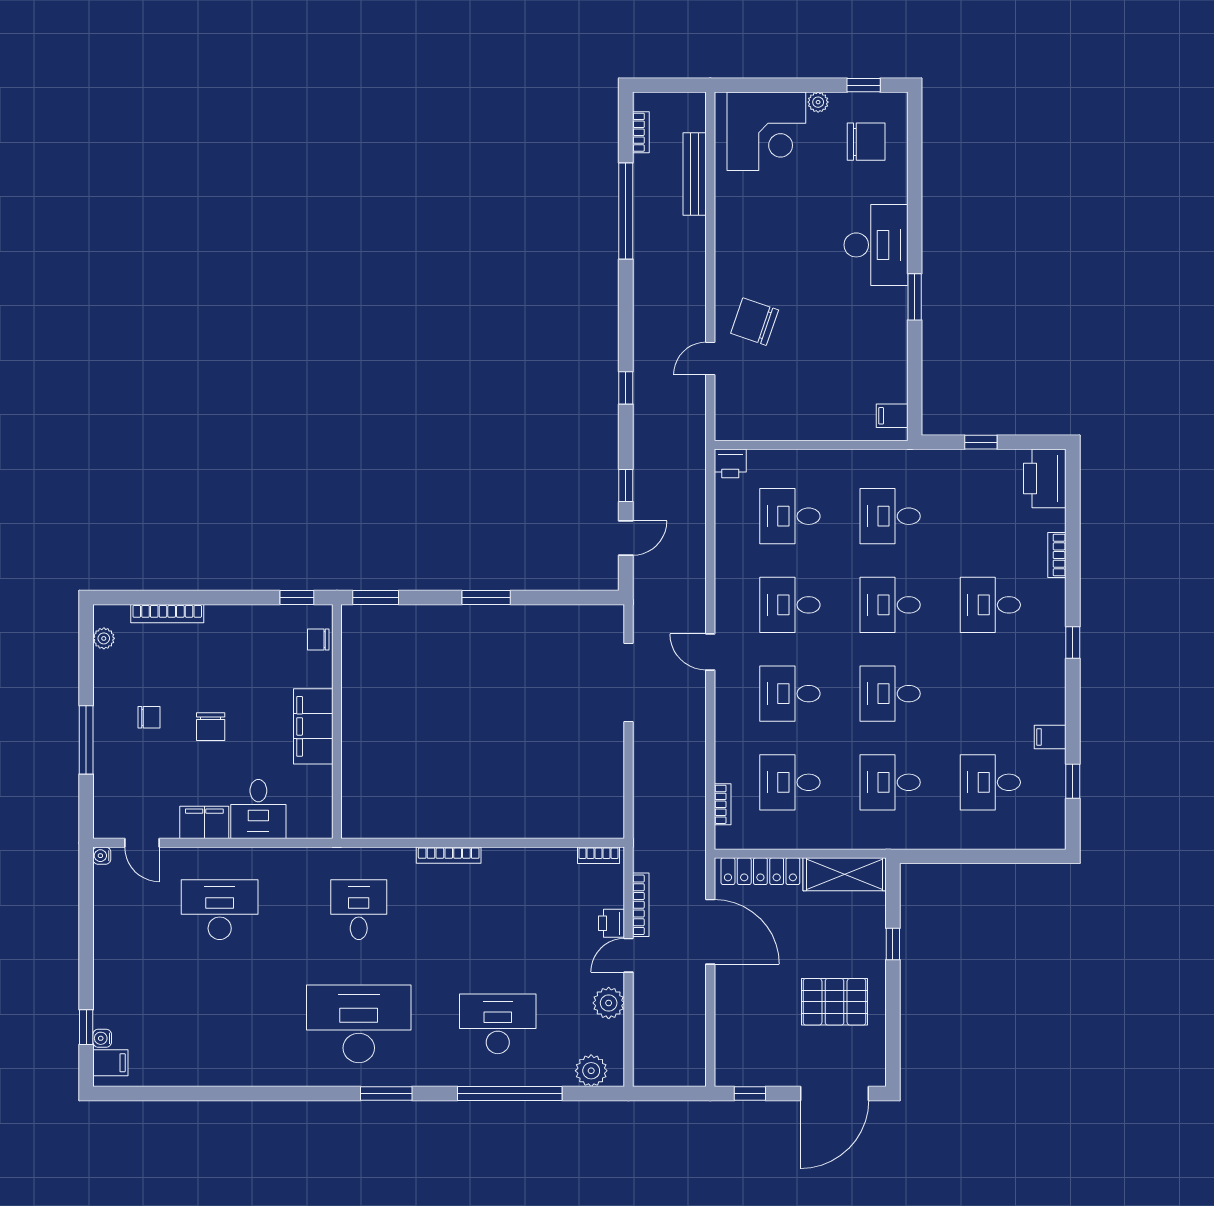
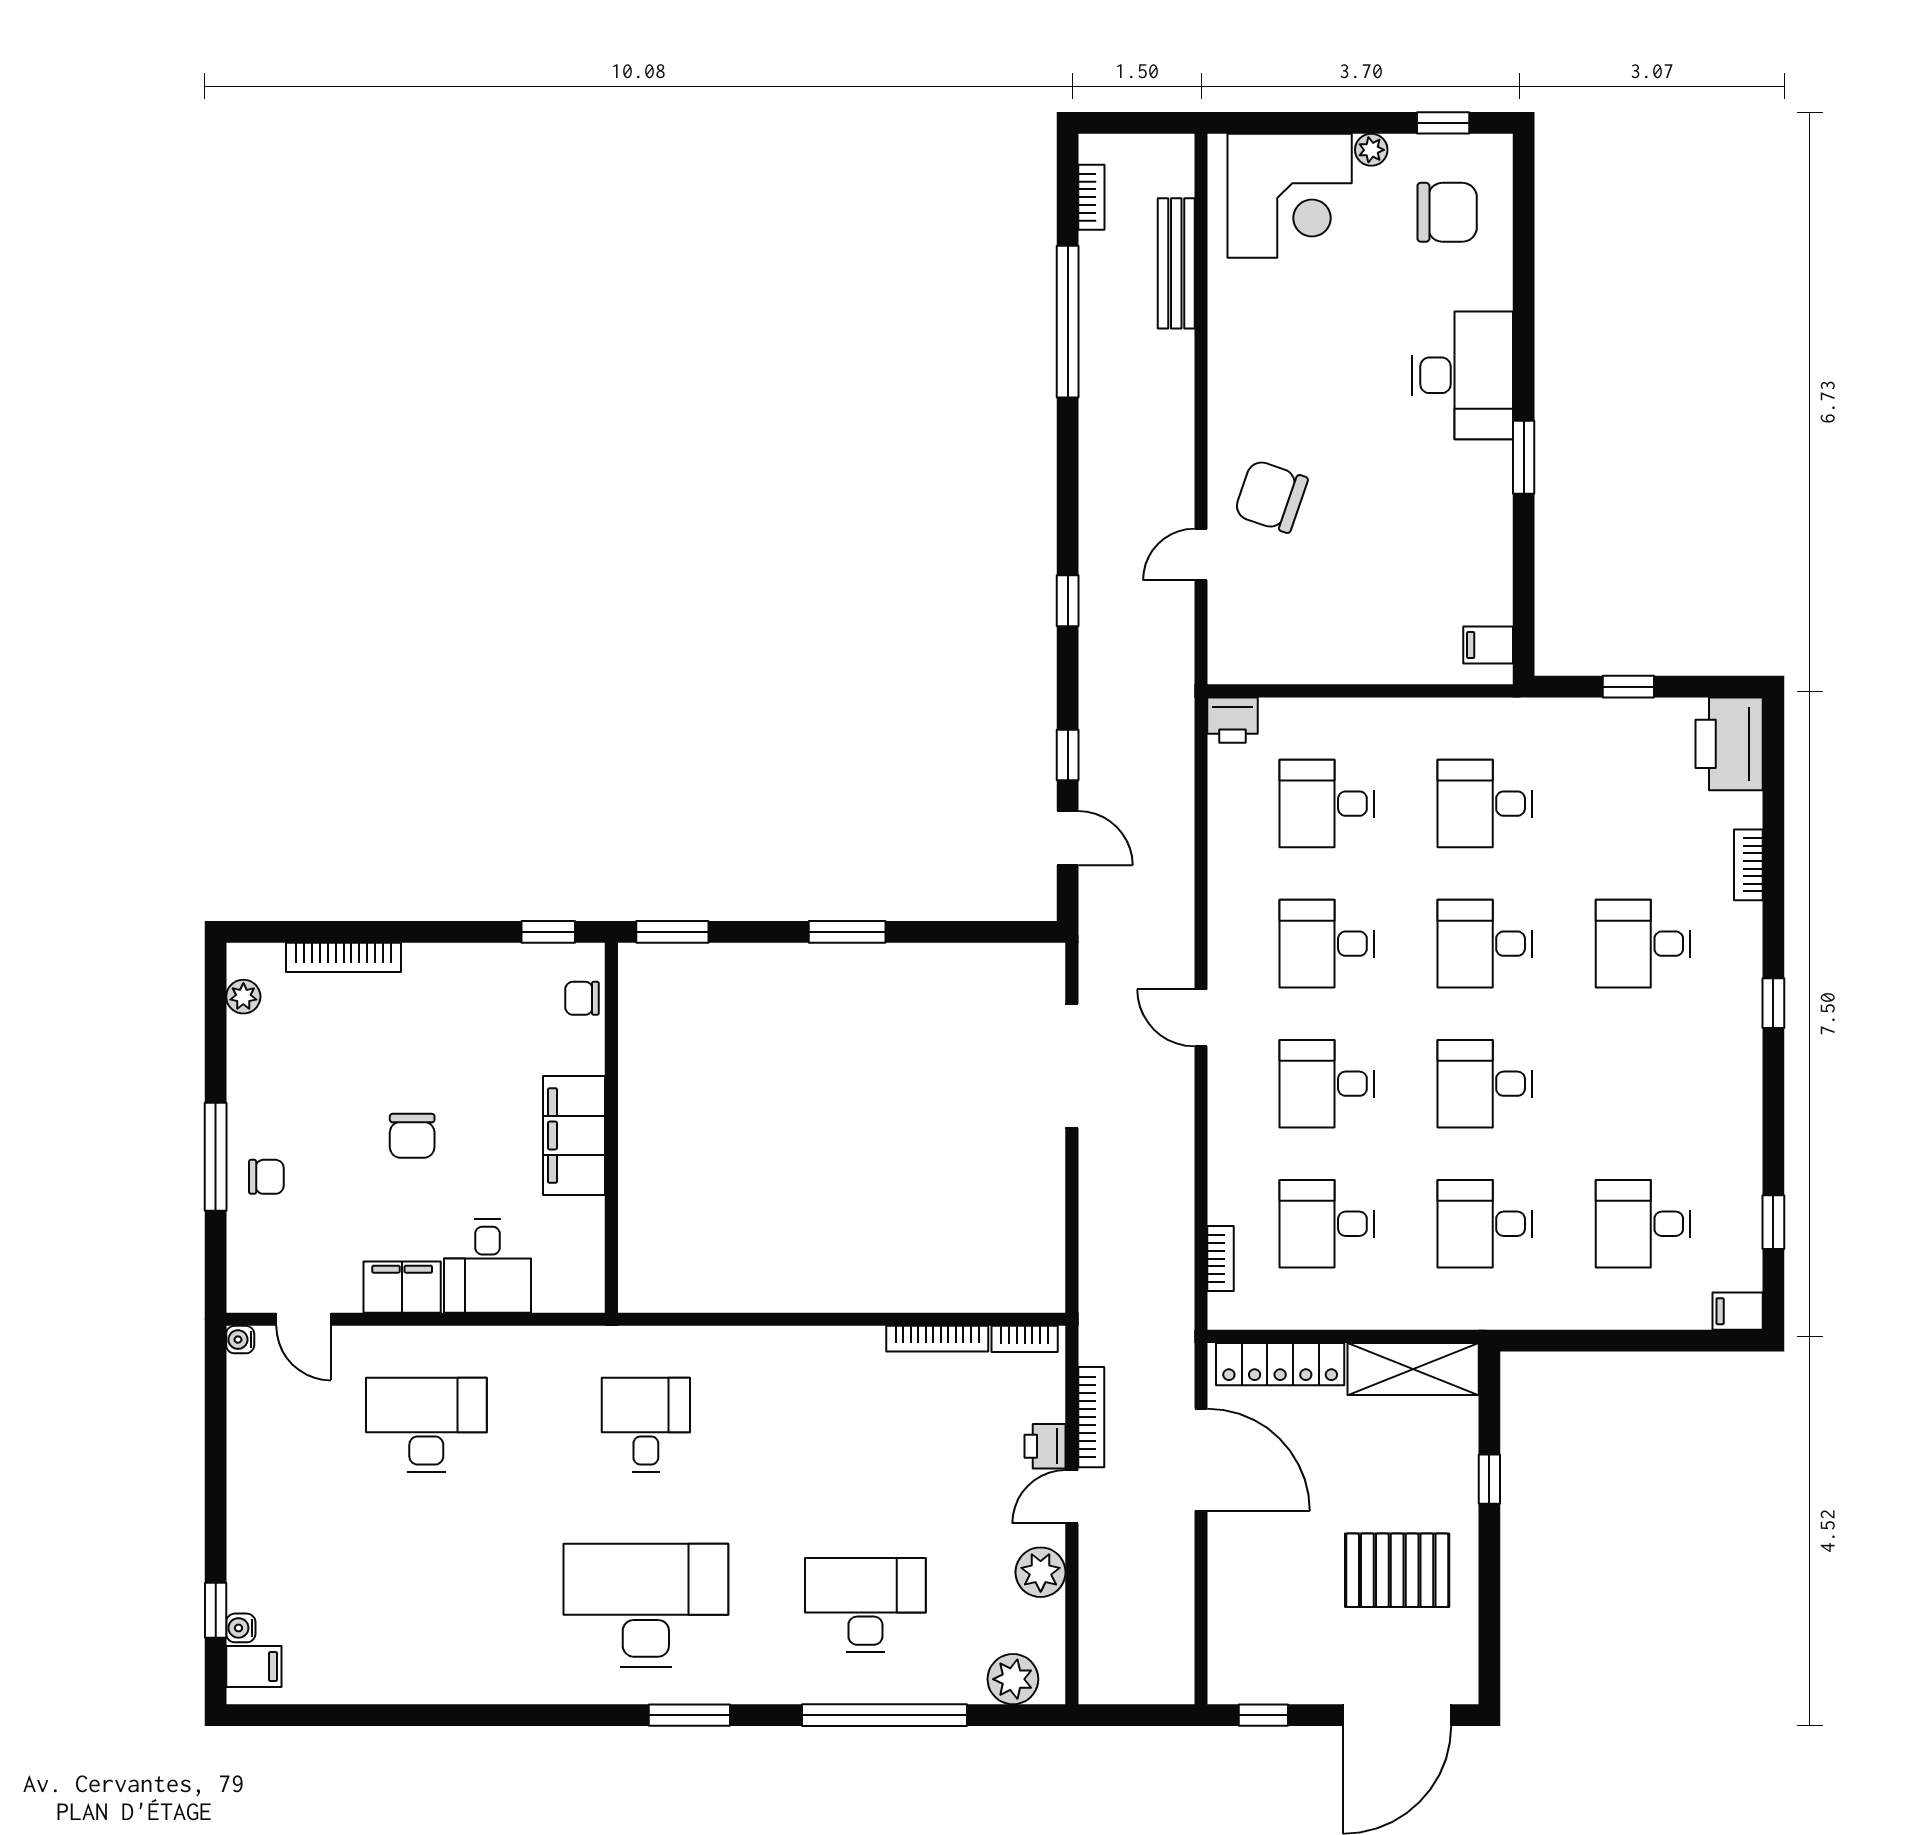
door: (626, 538) -> (1068, 838), hinge flipped
chair: (149, 717) -> (266, 1177), moved
filing cabinet: (1050, 737) -> (1738, 1311), moved
bookcase: (449, 855) -> (937, 1339), moved

